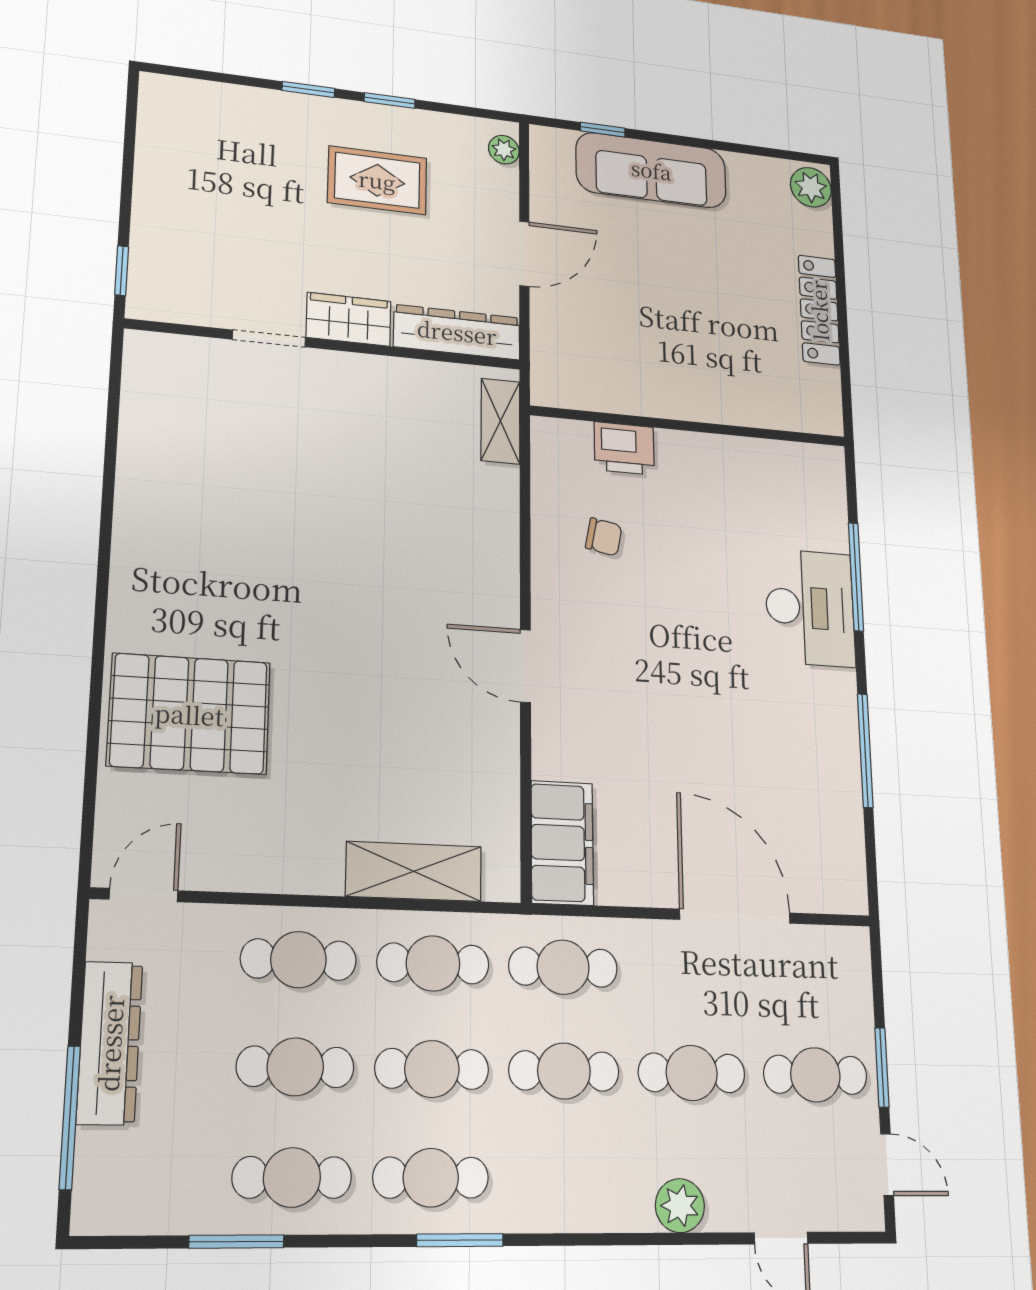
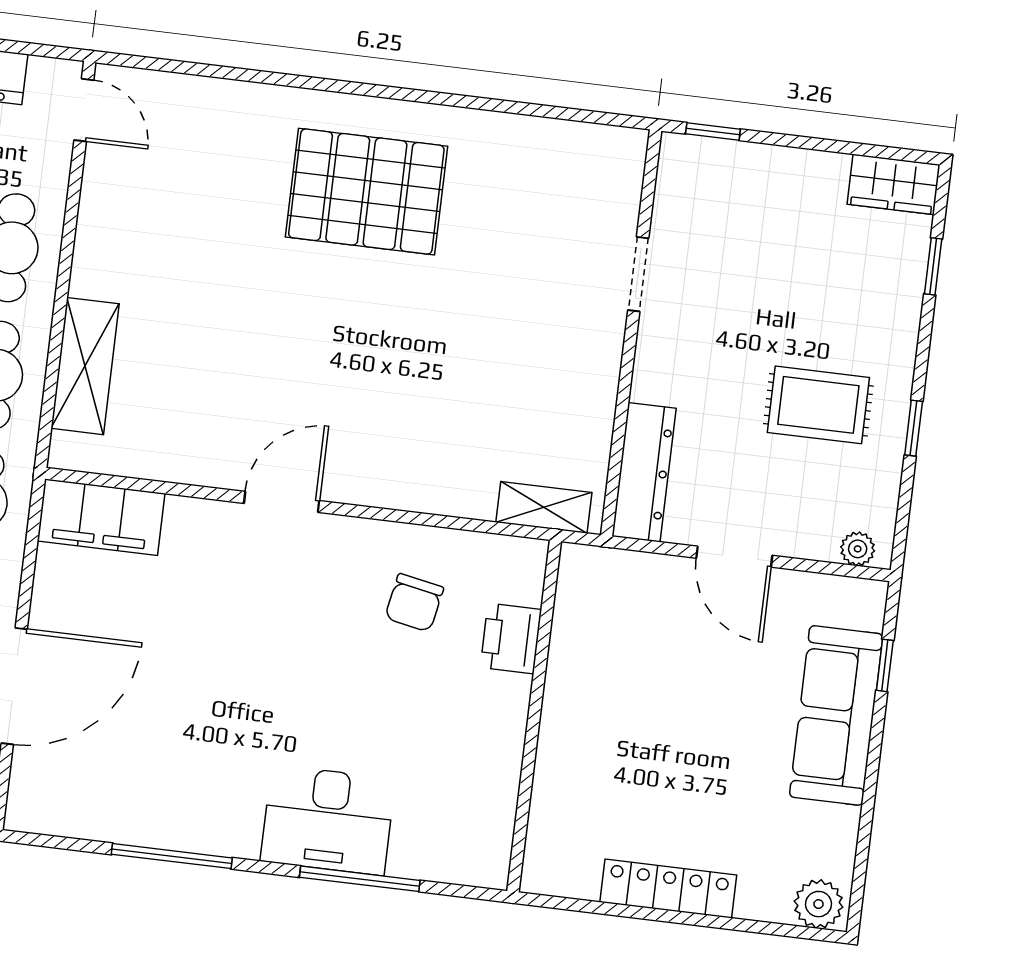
window: (308, 89) -> (933, 266), moved
rug: (377, 180) -> (818, 405), turned 90
wardrobe: (349, 319) -> (894, 184), moved, turned 90
chair: (604, 537) -> (414, 603), width x1.37, depth x1.37
pallet: (189, 714) -> (366, 192), moved, turned 90

